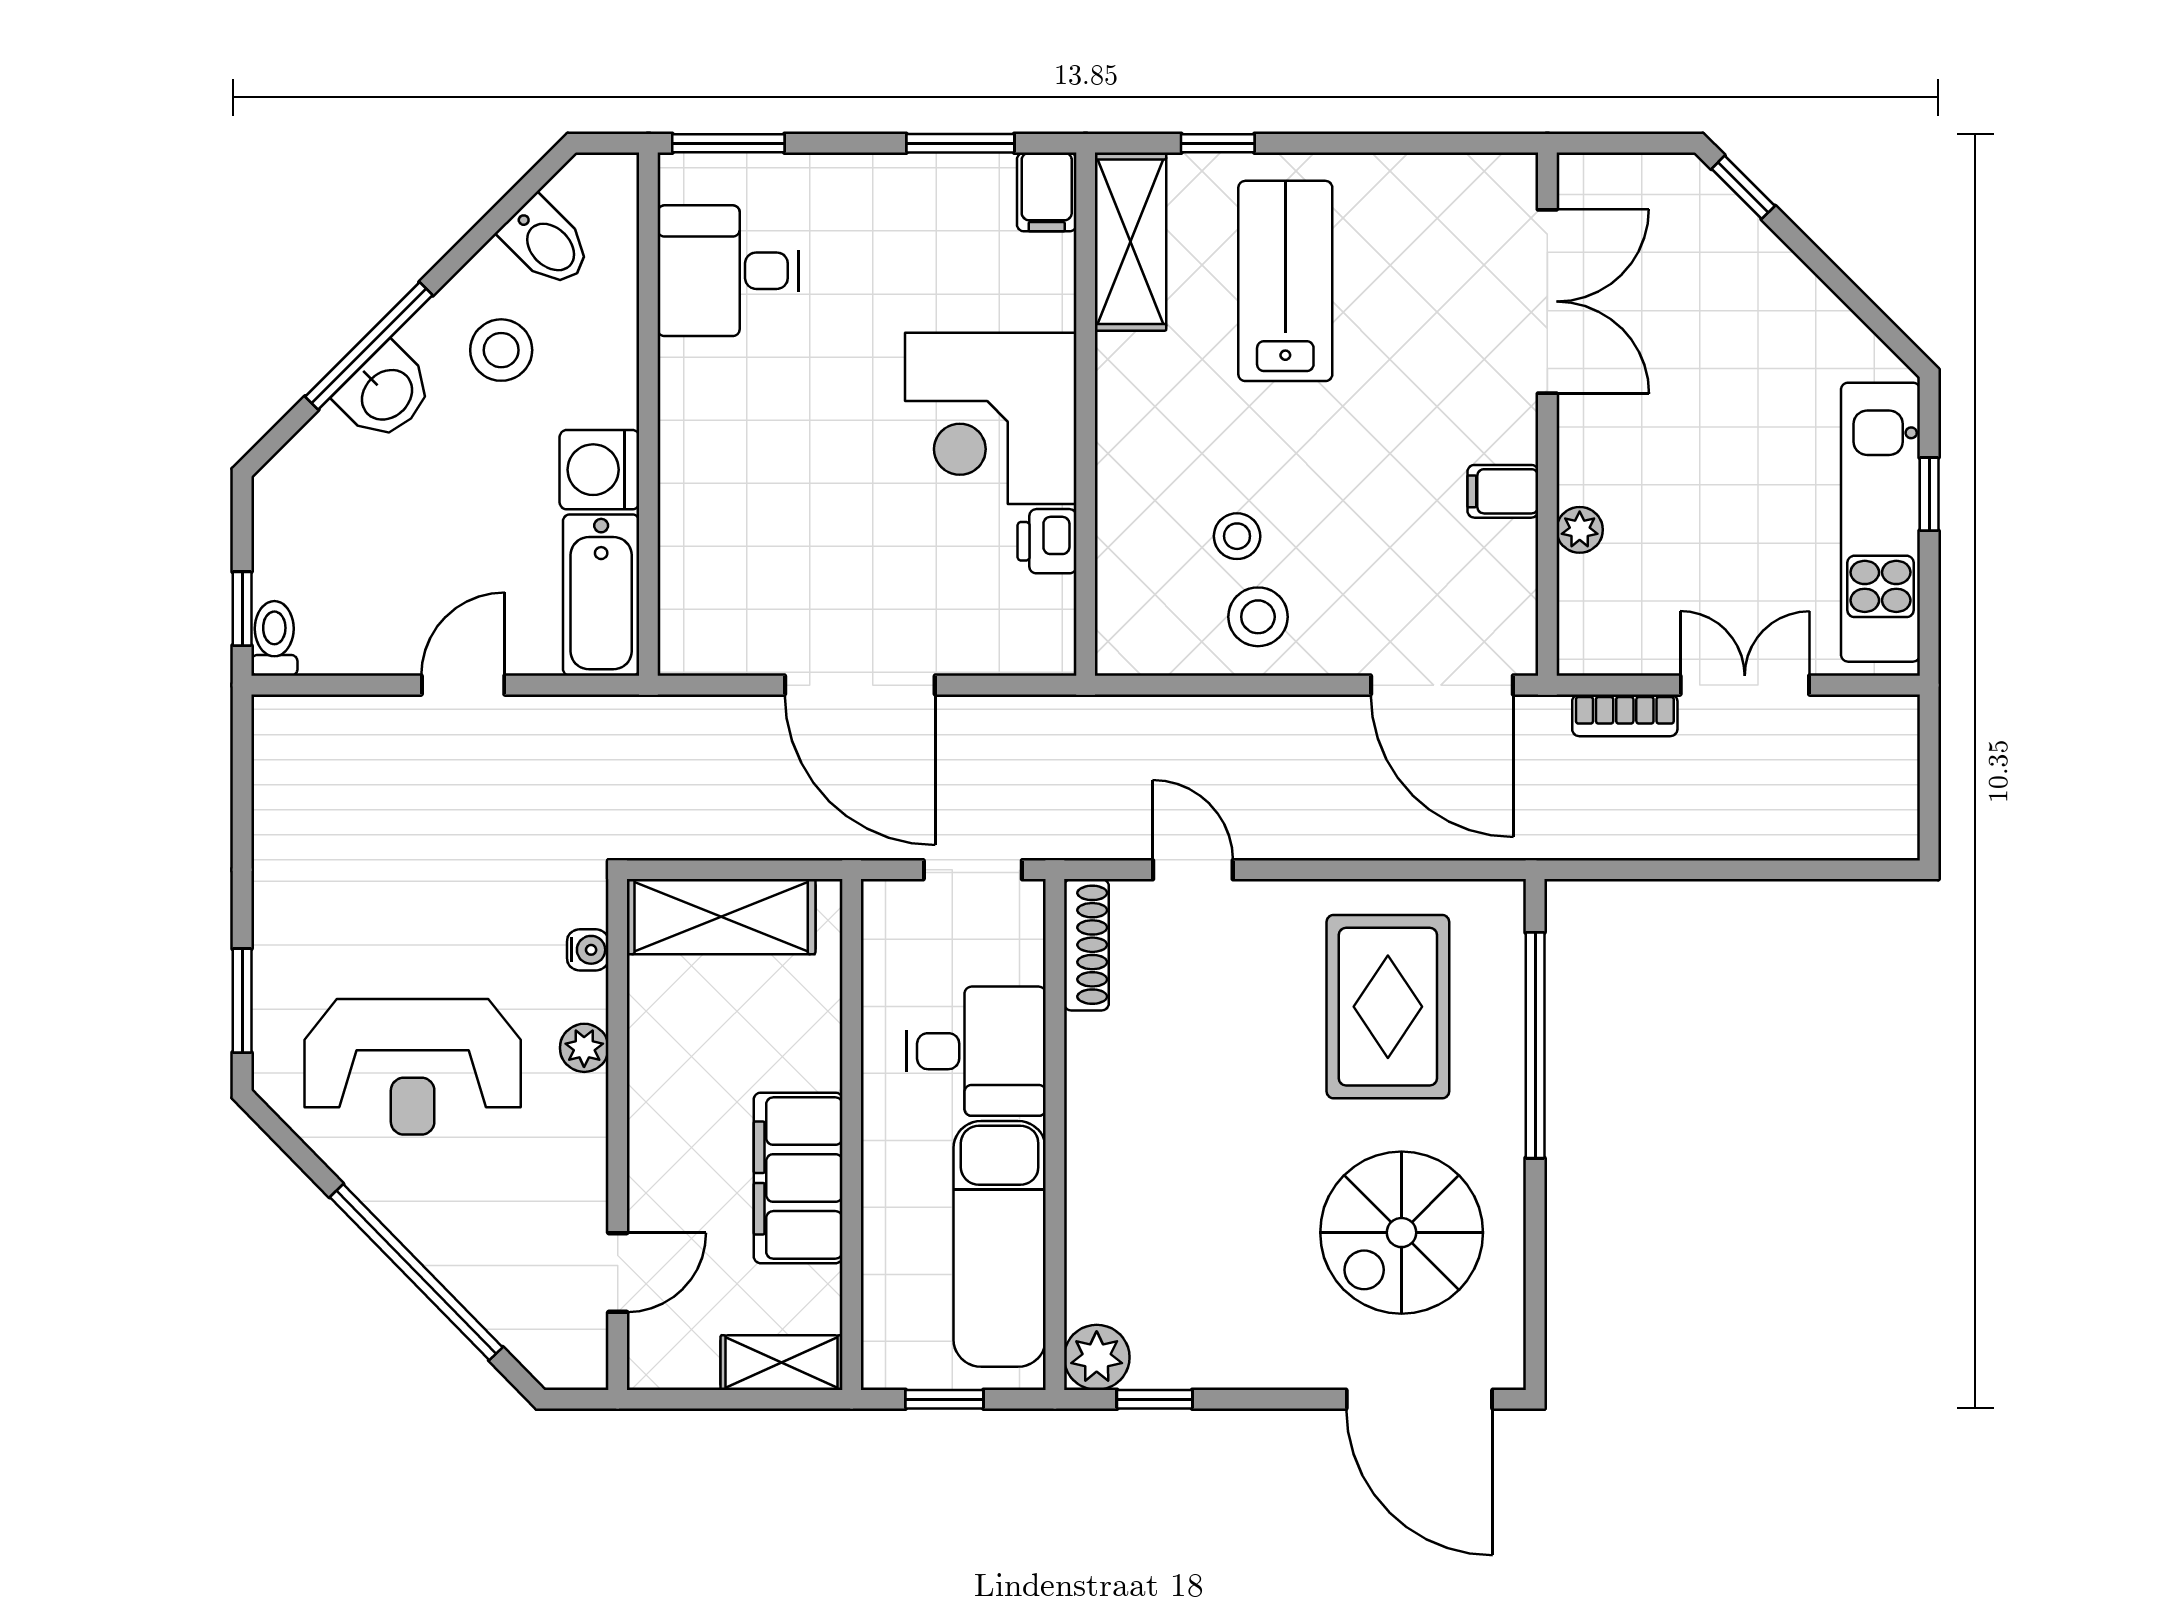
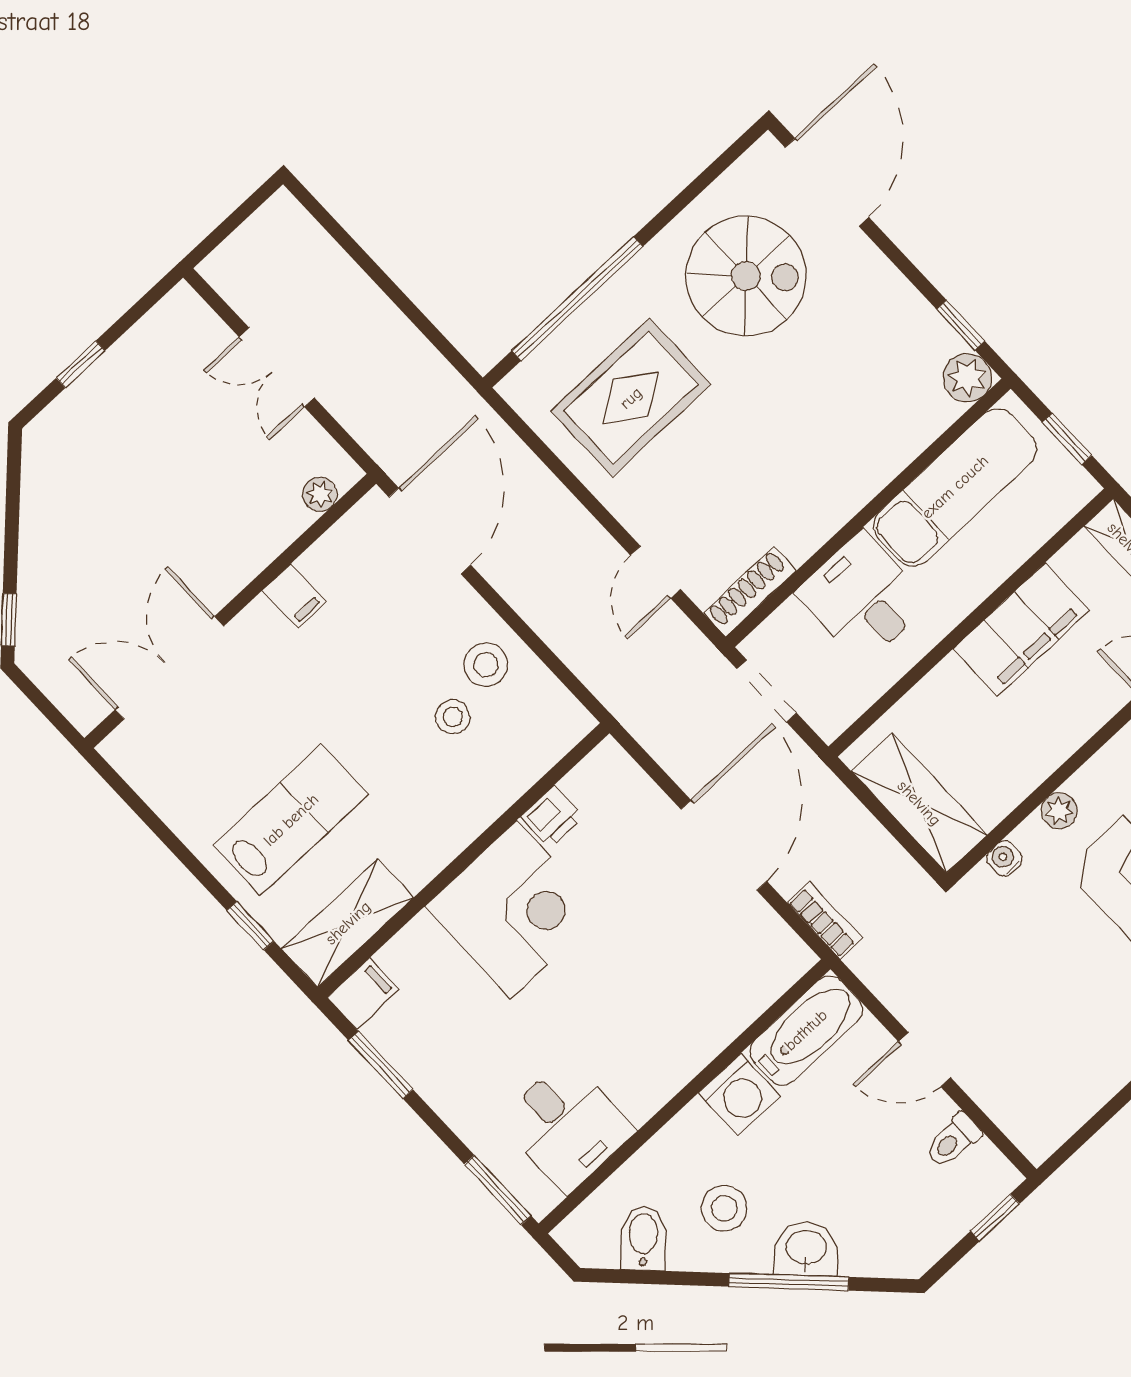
lab bench: (1285, 281) -> (291, 820), turned 180
kitchen unit: (1881, 522) -> (120, 376), removed
plant: (1580, 530) -> (320, 494), moved
toilet: (274, 638) -> (953, 1140), moved
bookcase: (1625, 715) -> (825, 920), moved

